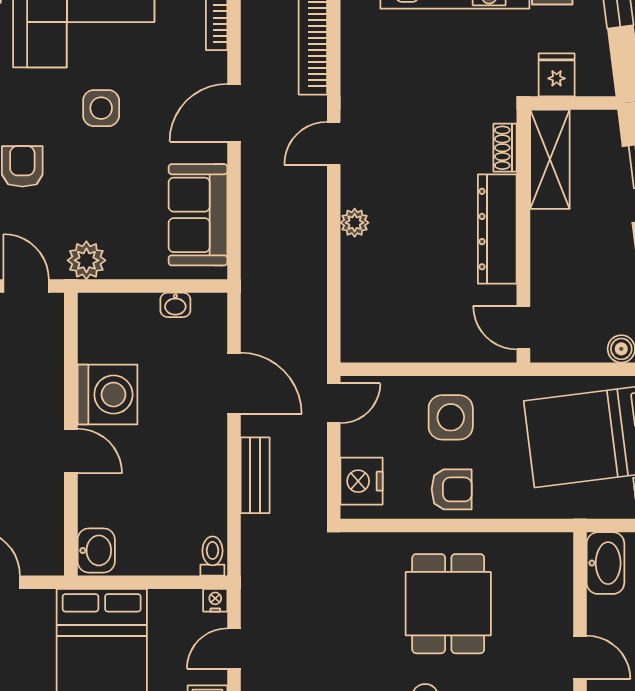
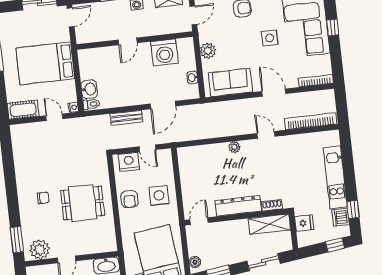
plant: (86, 260) -> (208, 51), moved
washing machine: (107, 395) -> (164, 52), moved
door: (334, 403) -> (147, 148), moved
washbasin: (96, 550) -> (89, 89), moved, turned -90

